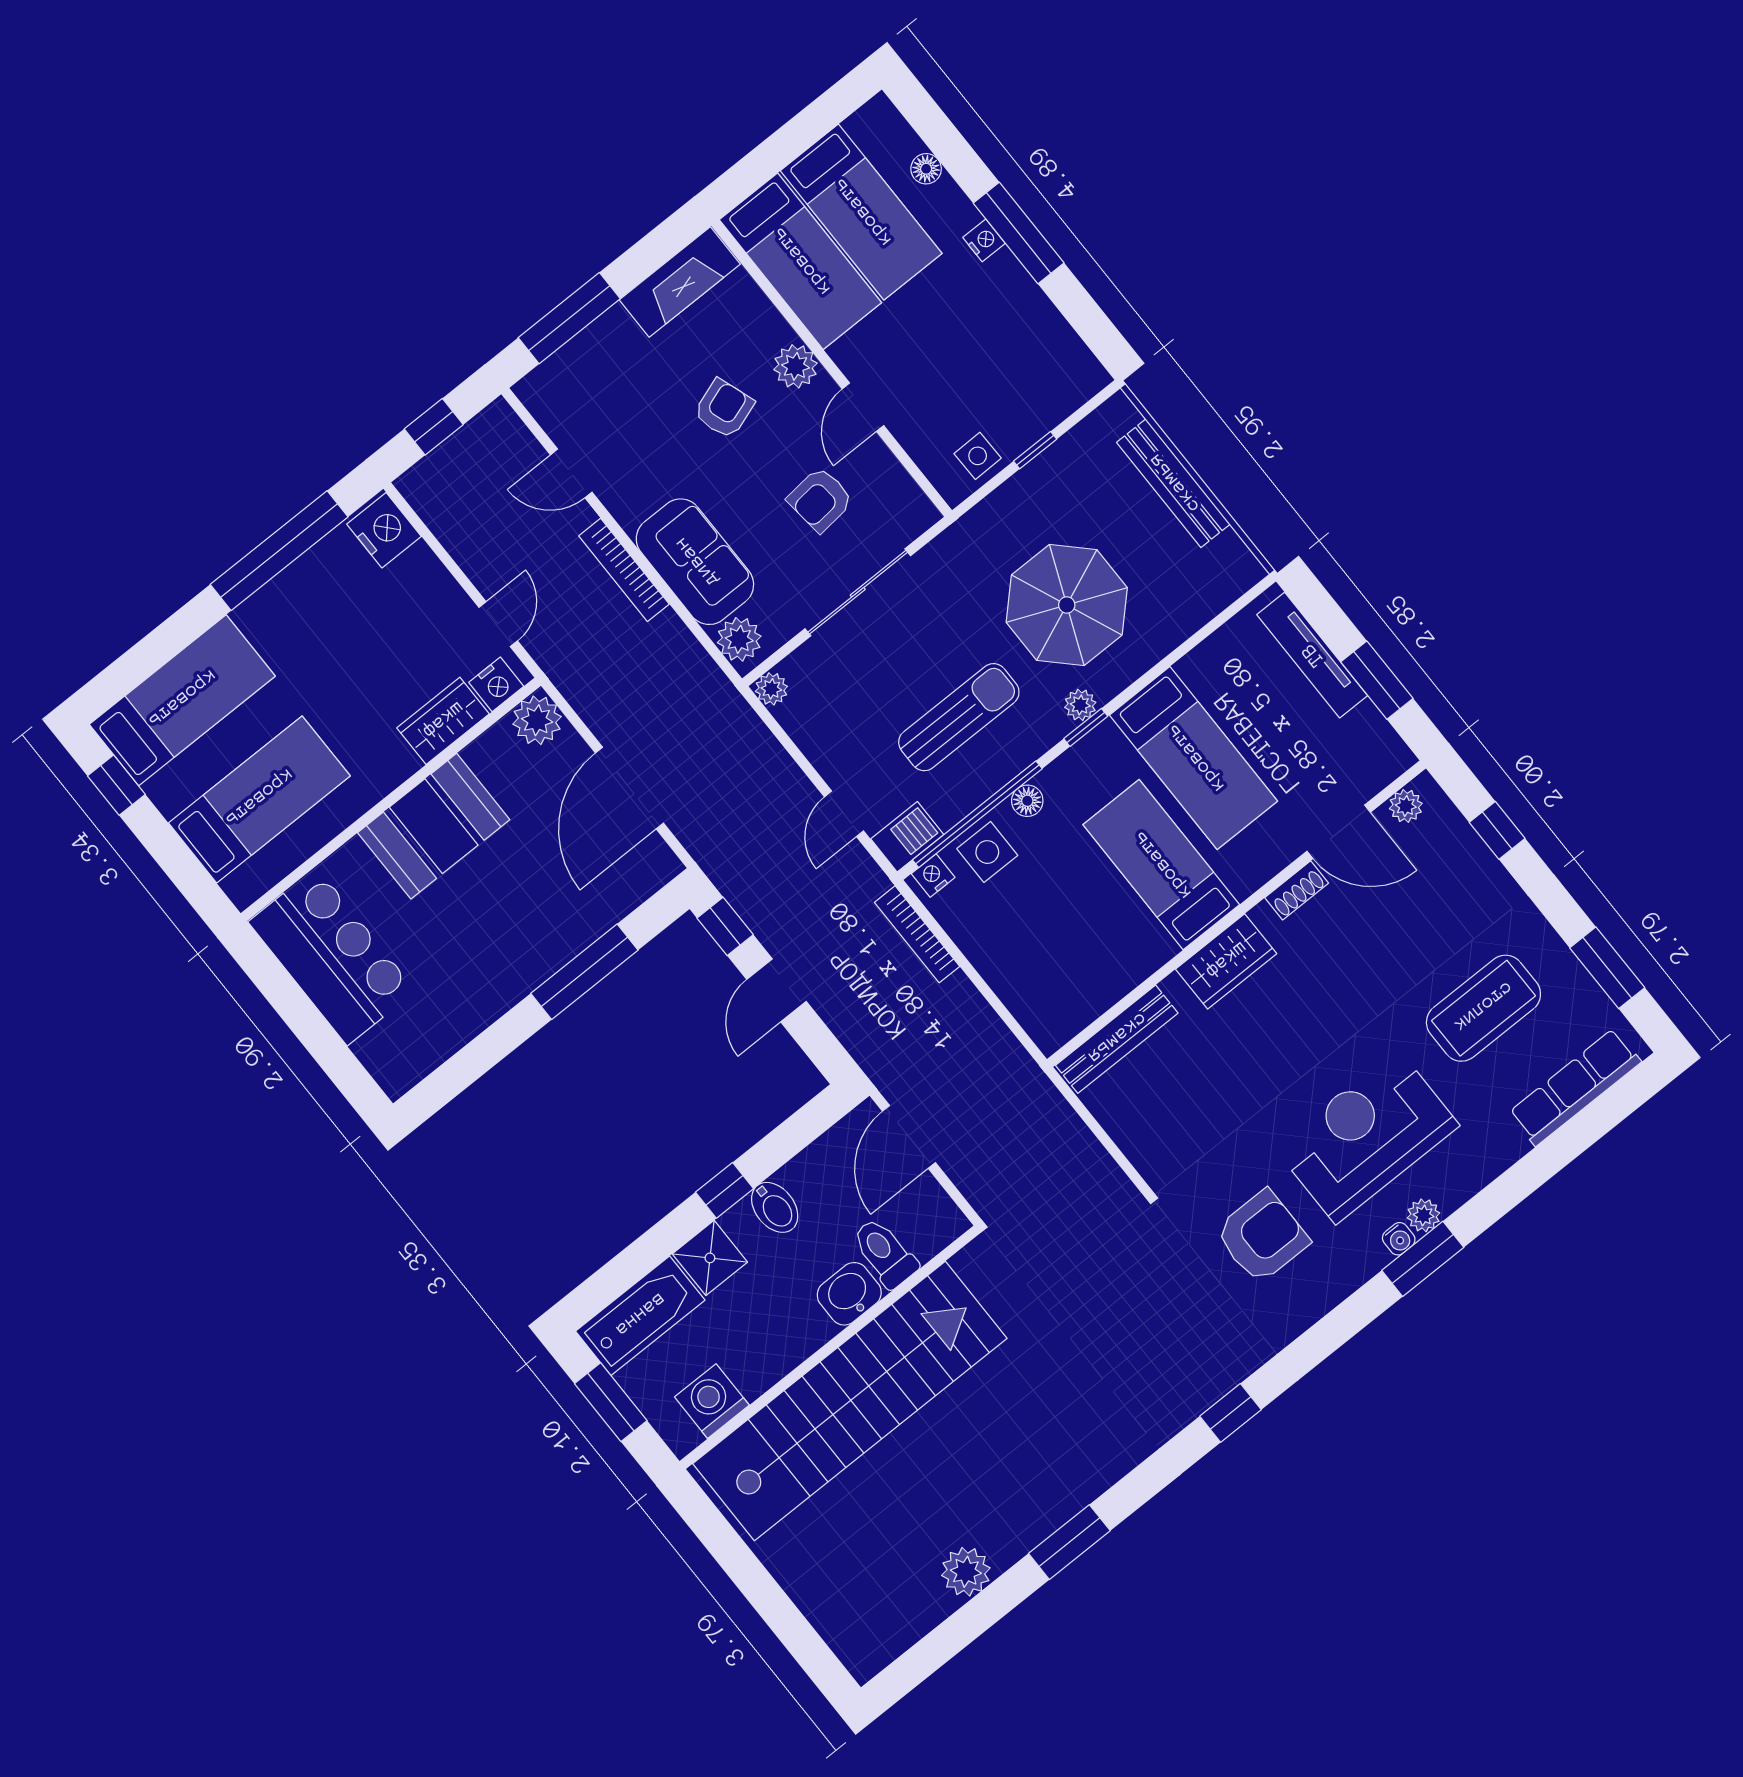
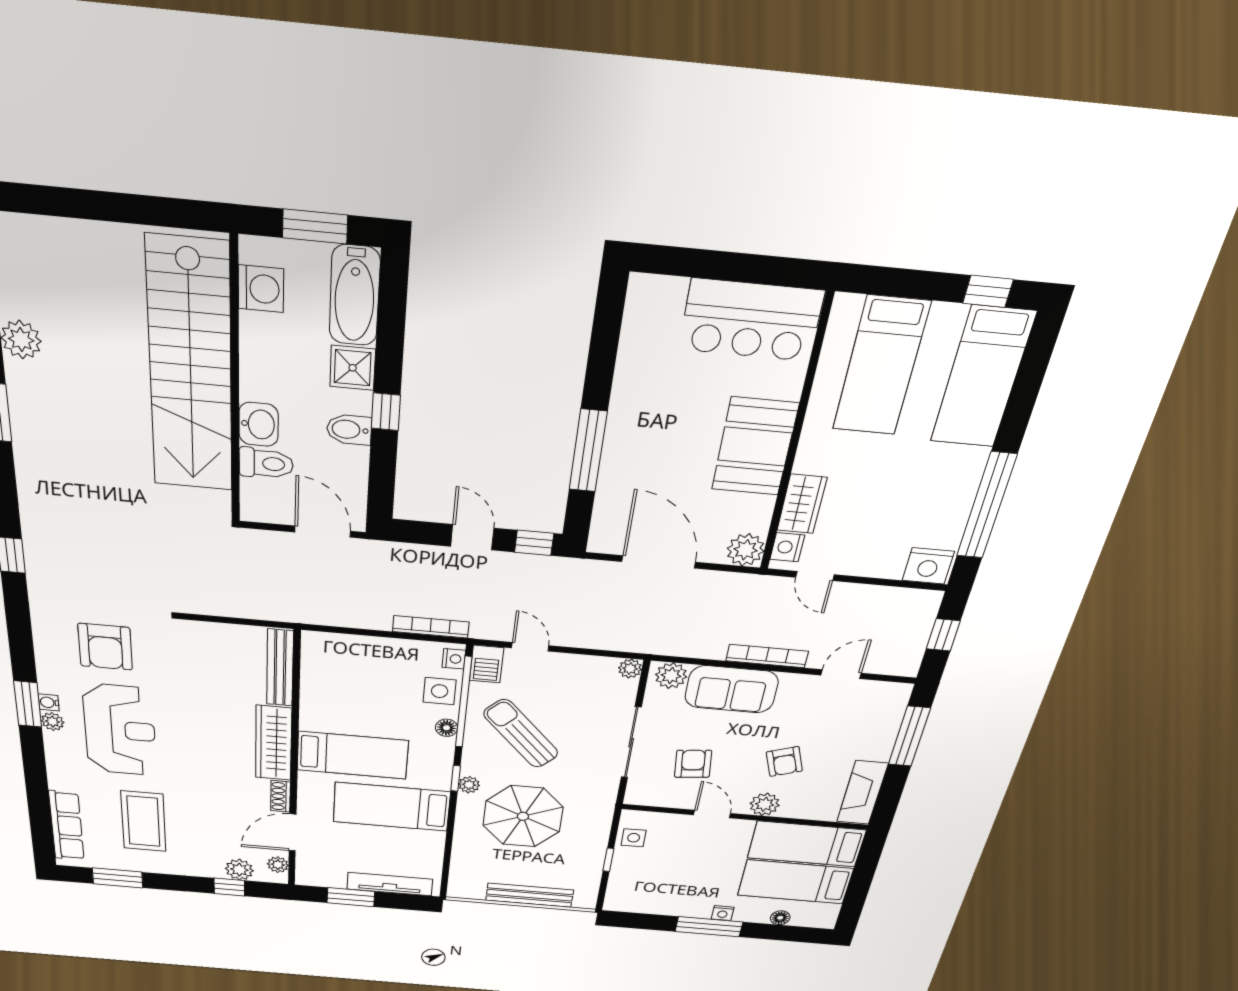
sun lounger: (959, 717) -> (521, 734), turned 136
plant: (1457, 842) -> (239, 870), added
wardrobe: (1226, 961) -> (274, 743), width x1.50

